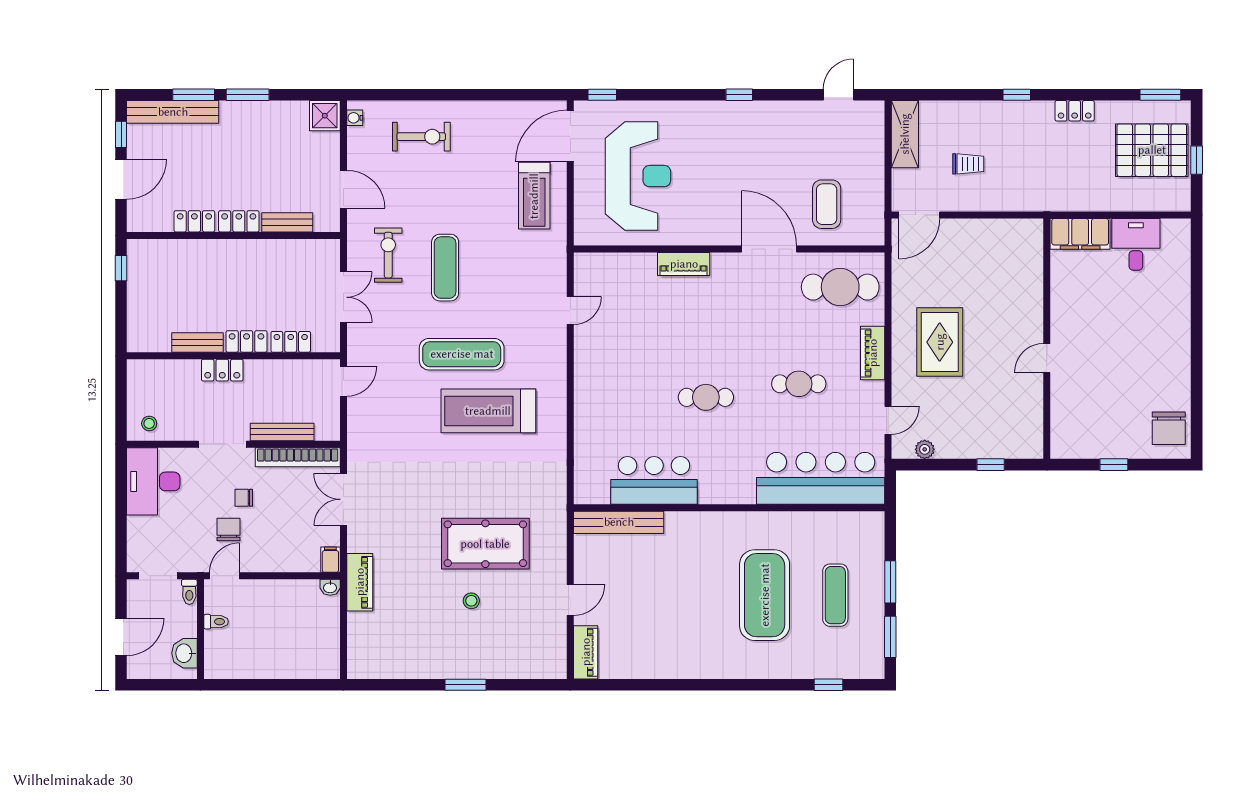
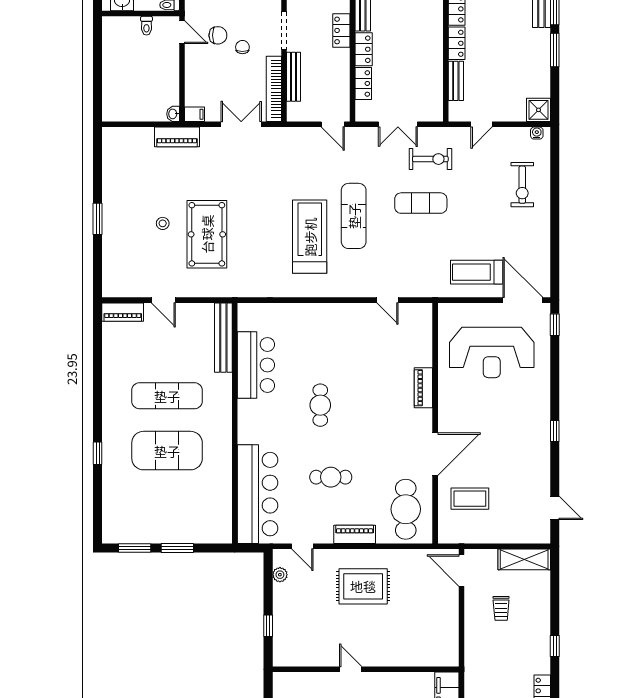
door: (343, 189) -> (481, 124), width x0.73
cafe table: (799, 384) -> (331, 477), turned 90
exercise mat: (835, 595) -> (167, 396), moved, width x1.36, depth x1.45
window: (829, 685) -> (98, 453), moved

